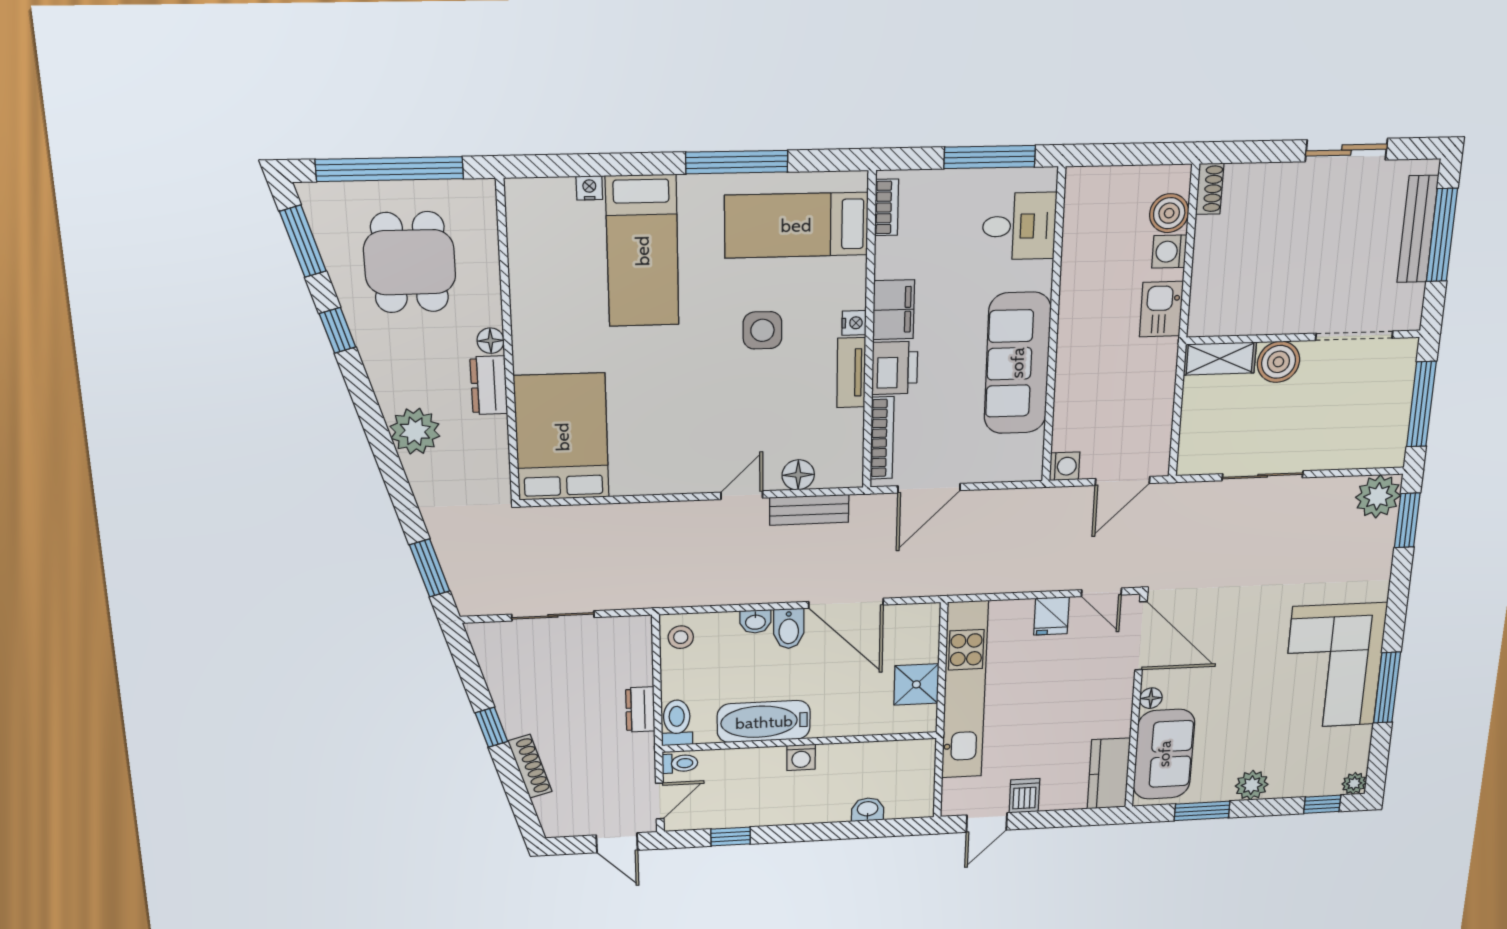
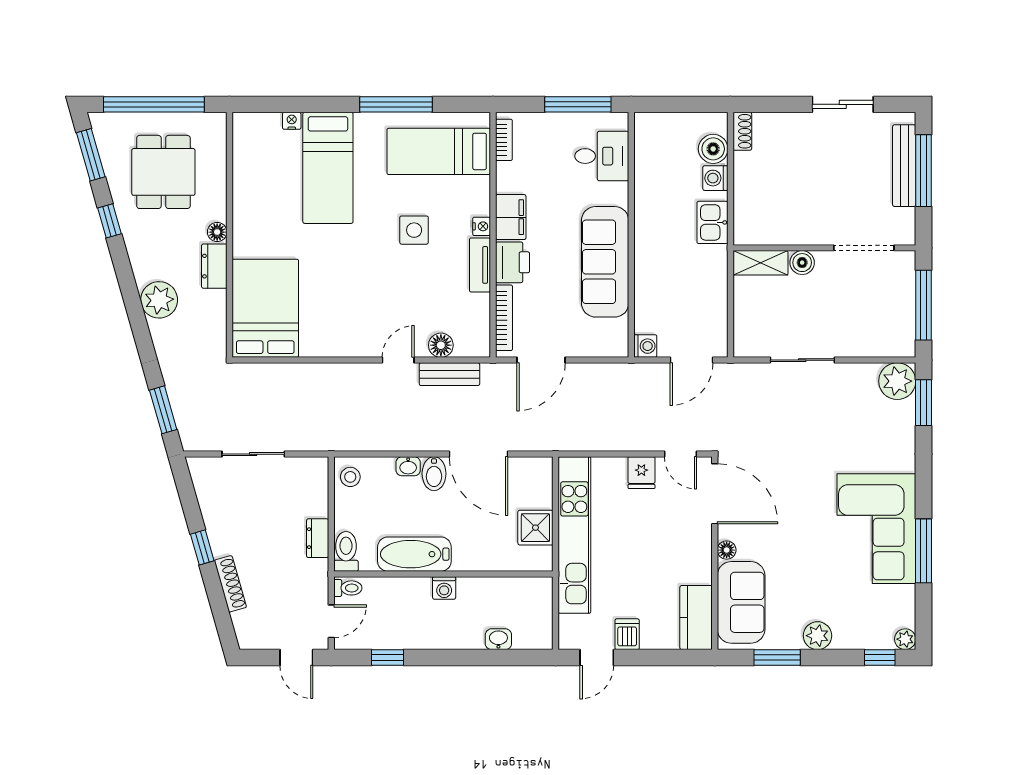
boiler: (1279, 362) -> (802, 263), width x0.73, depth x0.73

